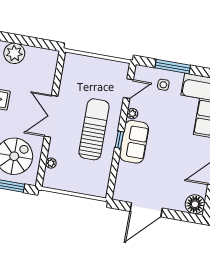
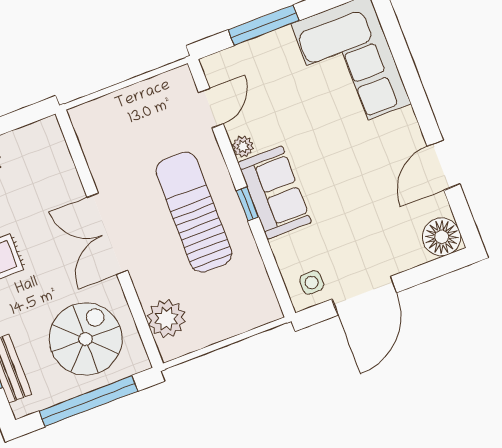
side table: (163, 85) -> (312, 282), moved
plant: (51, 163) -> (166, 319), width x1.88, depth x1.88

